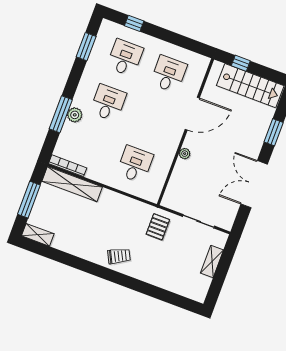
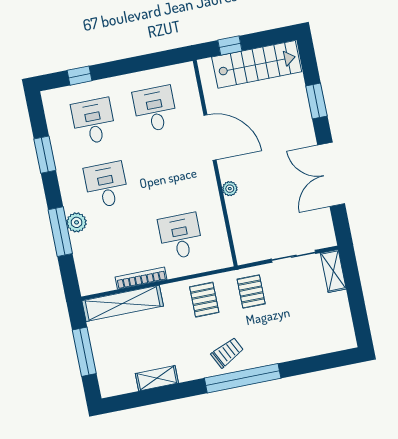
window: (86, 47) -> (45, 155), moved
door: (192, 114) -> (210, 138), hinge flipped
bookcase: (68, 166) -> (141, 278), moved
pallet: (125, 214) -> (204, 300), added
shelving: (38, 235) -> (157, 378), moved
shelving: (212, 262) -> (333, 271), moved
window: (119, 278) -> (243, 378), added

